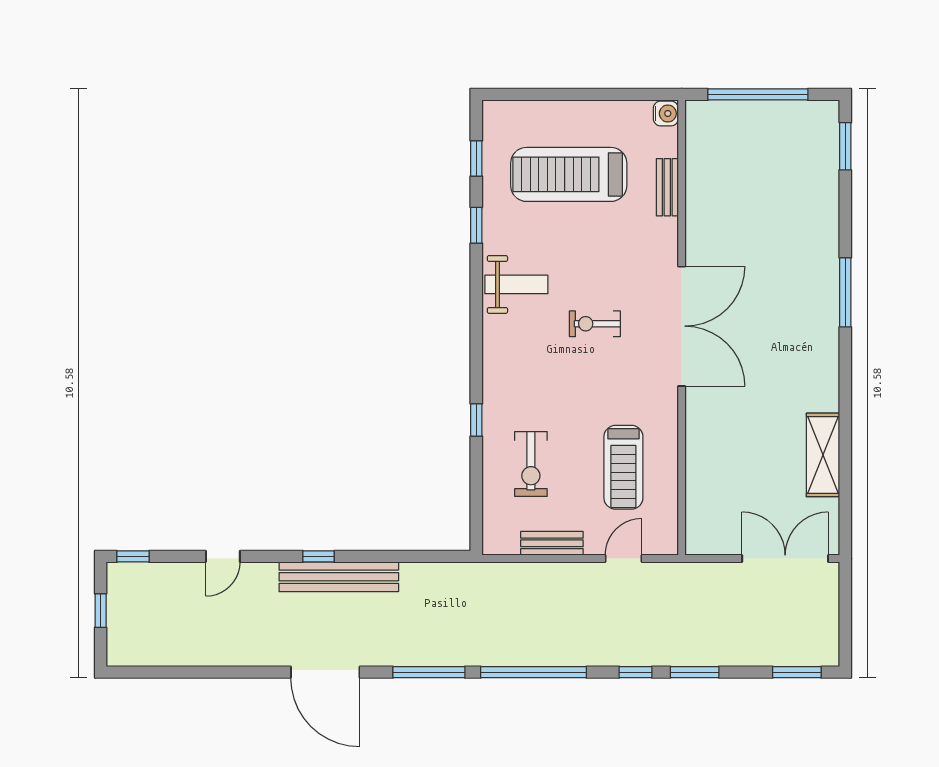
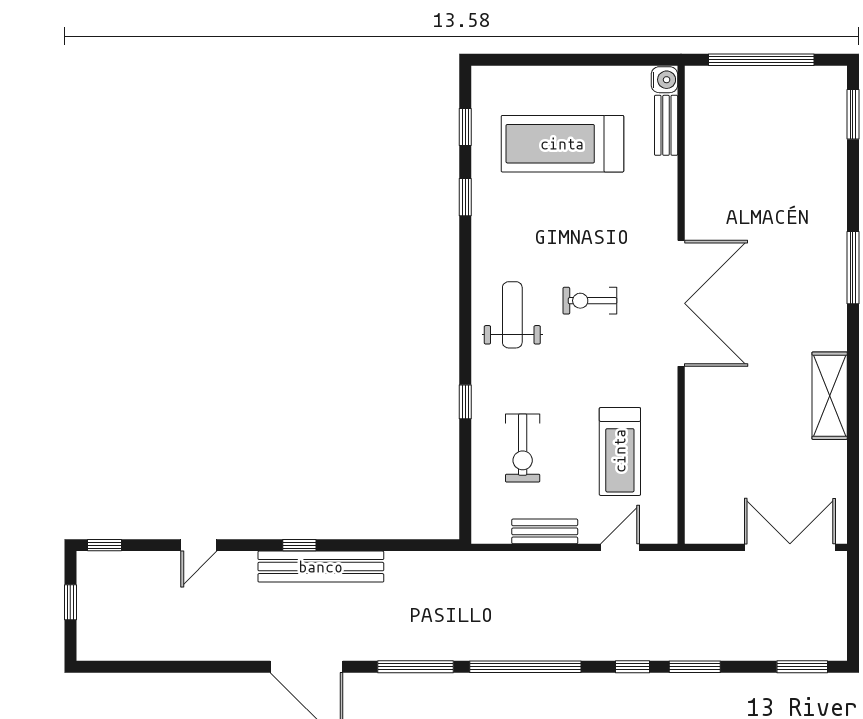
bench: (667, 187) -> (666, 125), moved
weight bench: (516, 284) -> (512, 315), moved, turned -90
shelving: (823, 455) -> (830, 396), moved

